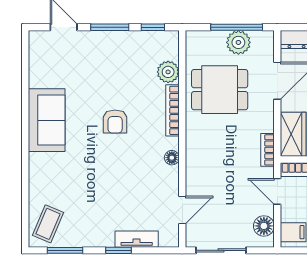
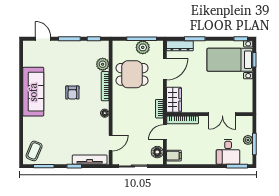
sofa: (47, 120) -> (33, 92), width x1.36
door: (277, 191) -> (165, 132), hinge flipped
tv unit: (137, 239) -> (90, 160), width x1.41

